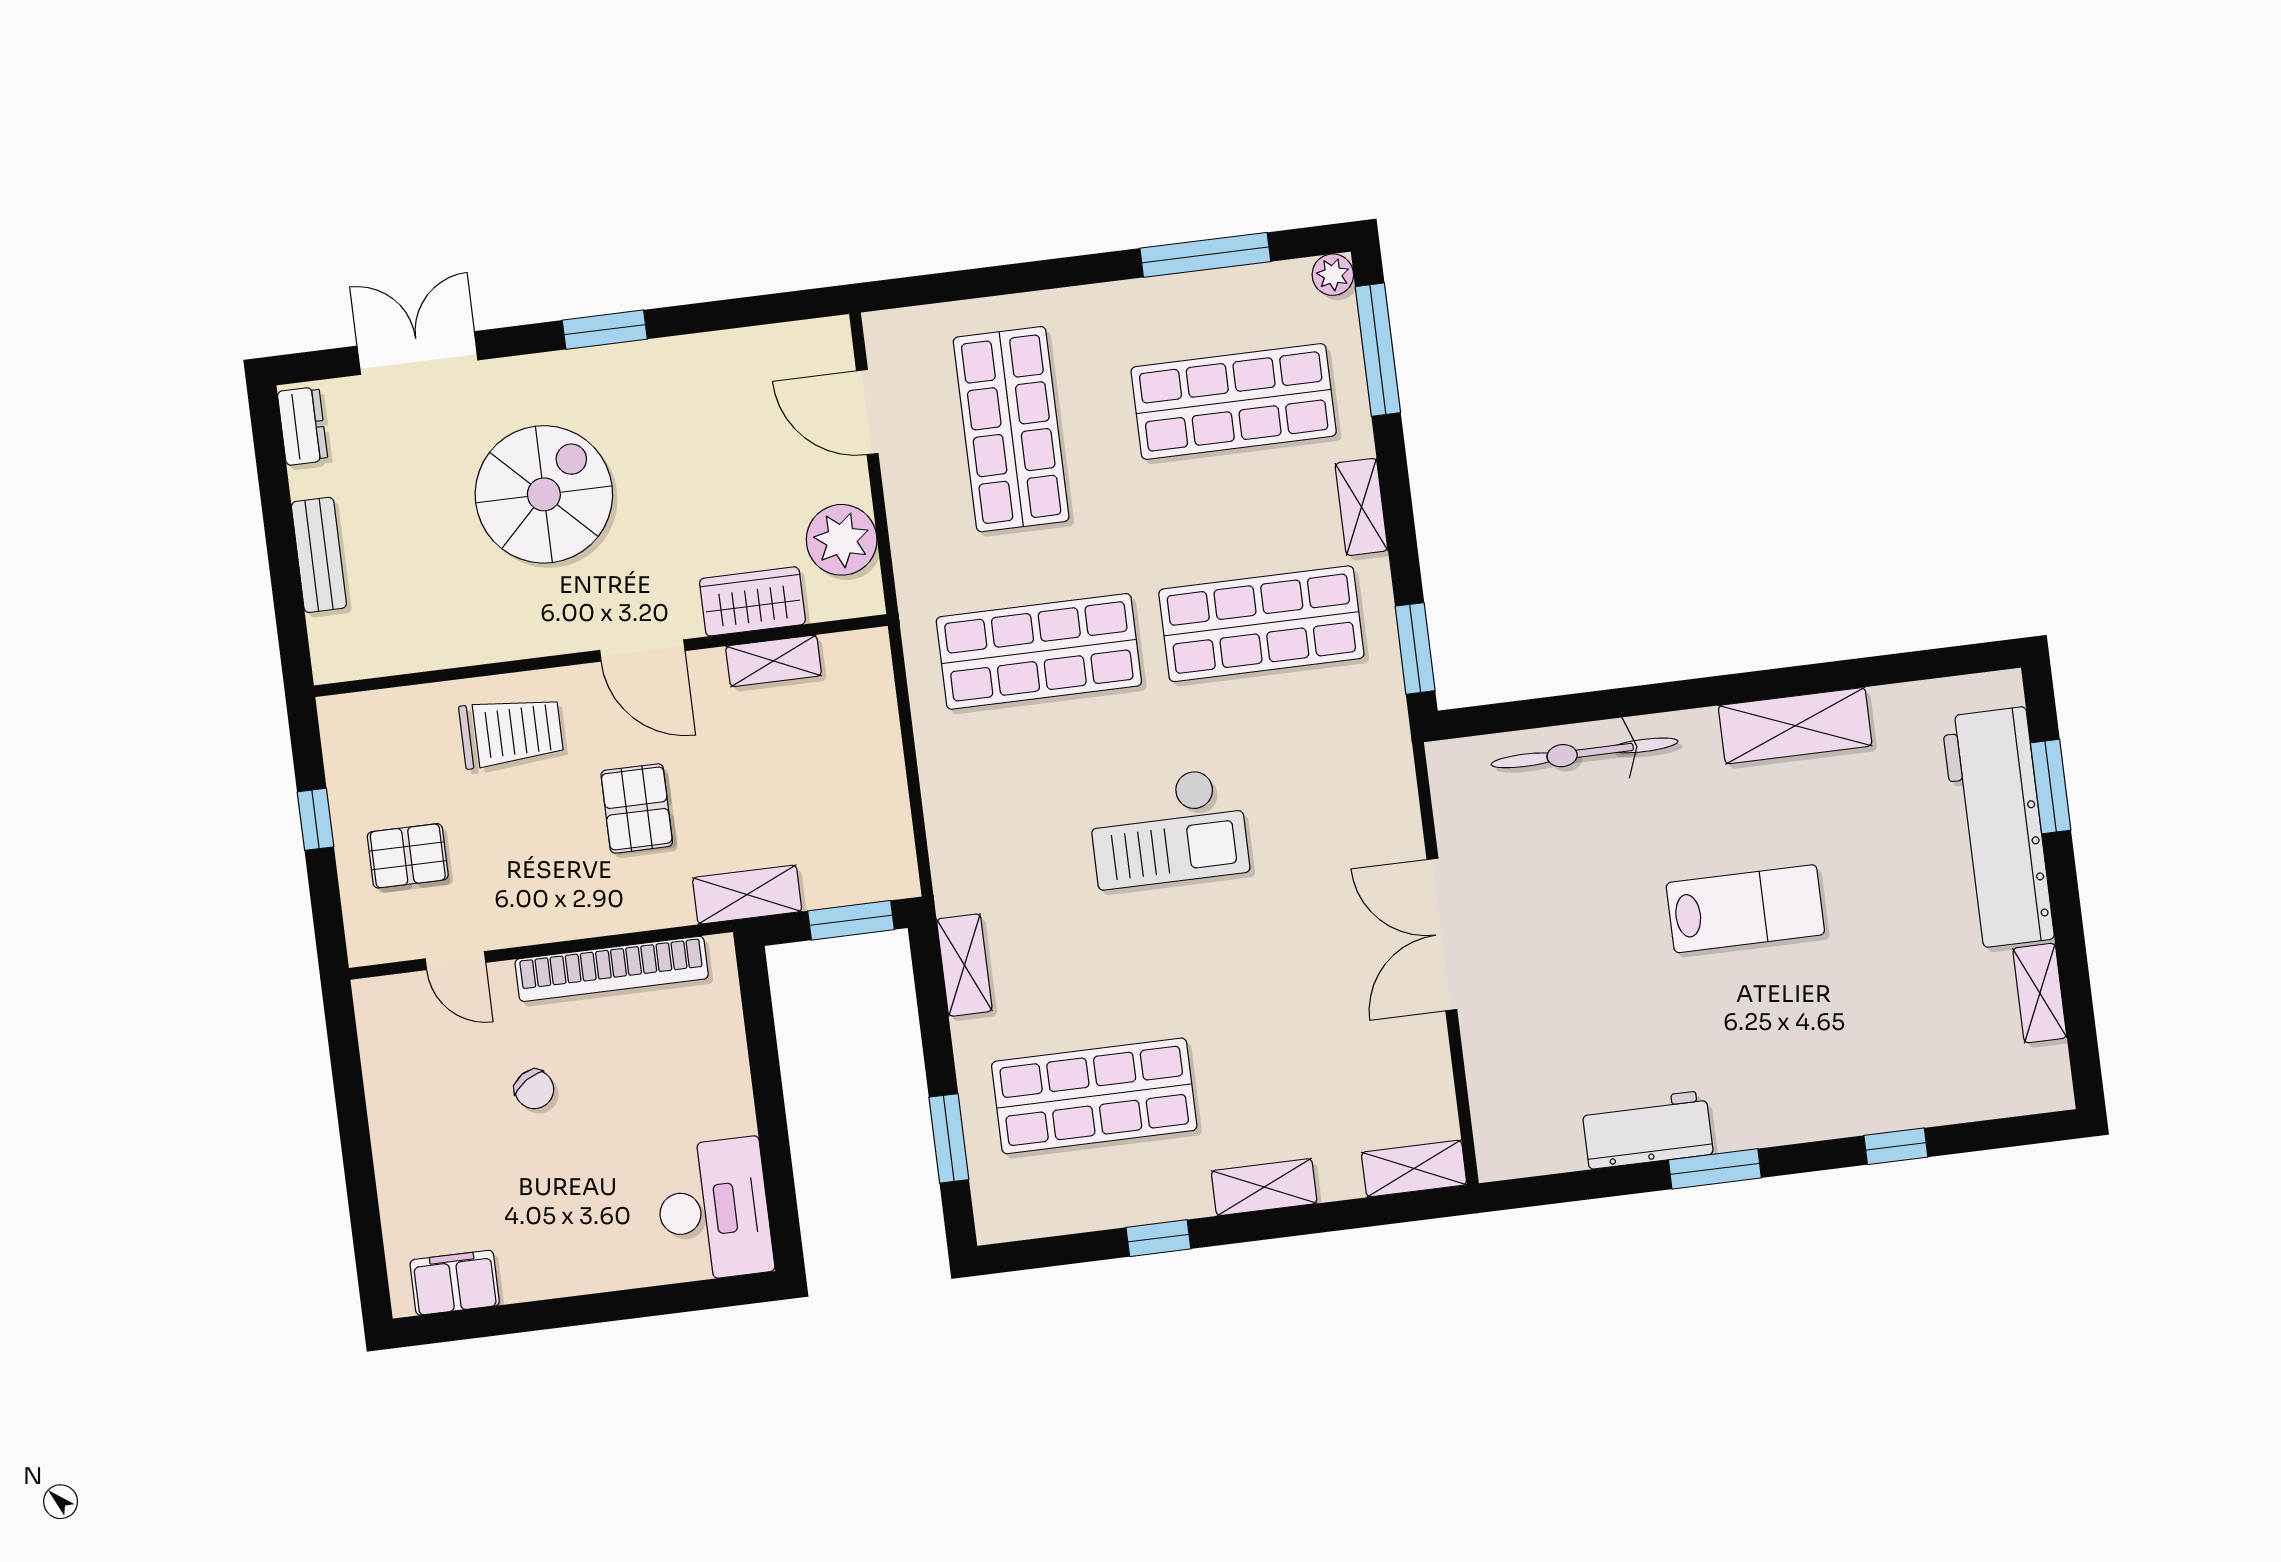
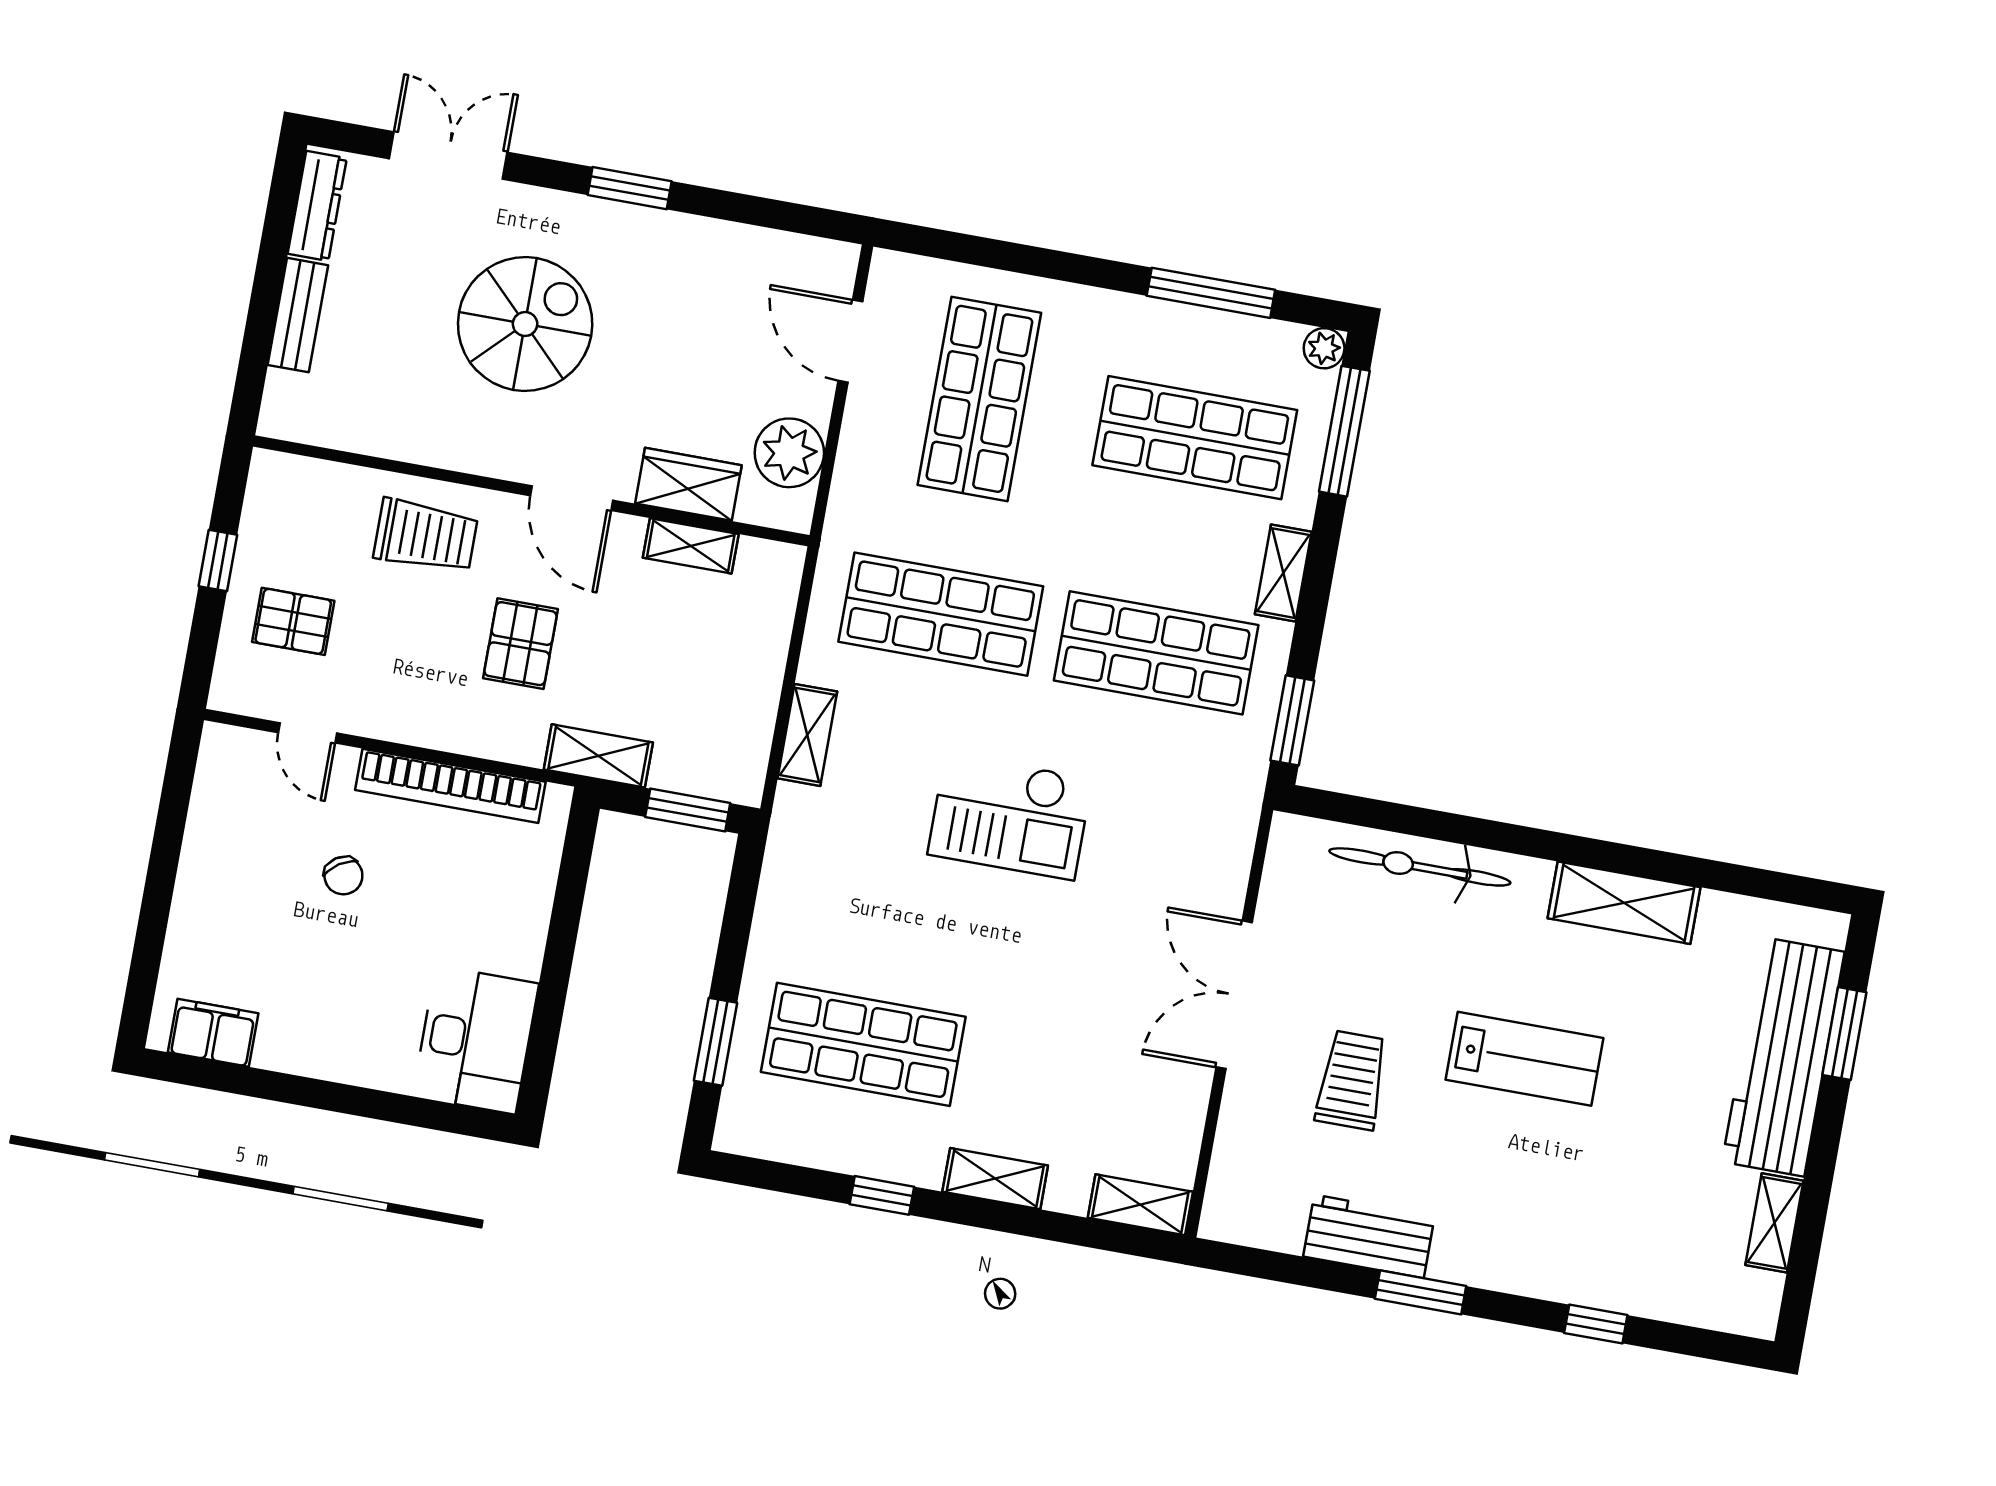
dresser: (303, 426) -> (317, 206), width x1.44
shelving: (964, 965) -> (807, 735), moved
trolley: (1583, 982) -> (1352, 1080), added

